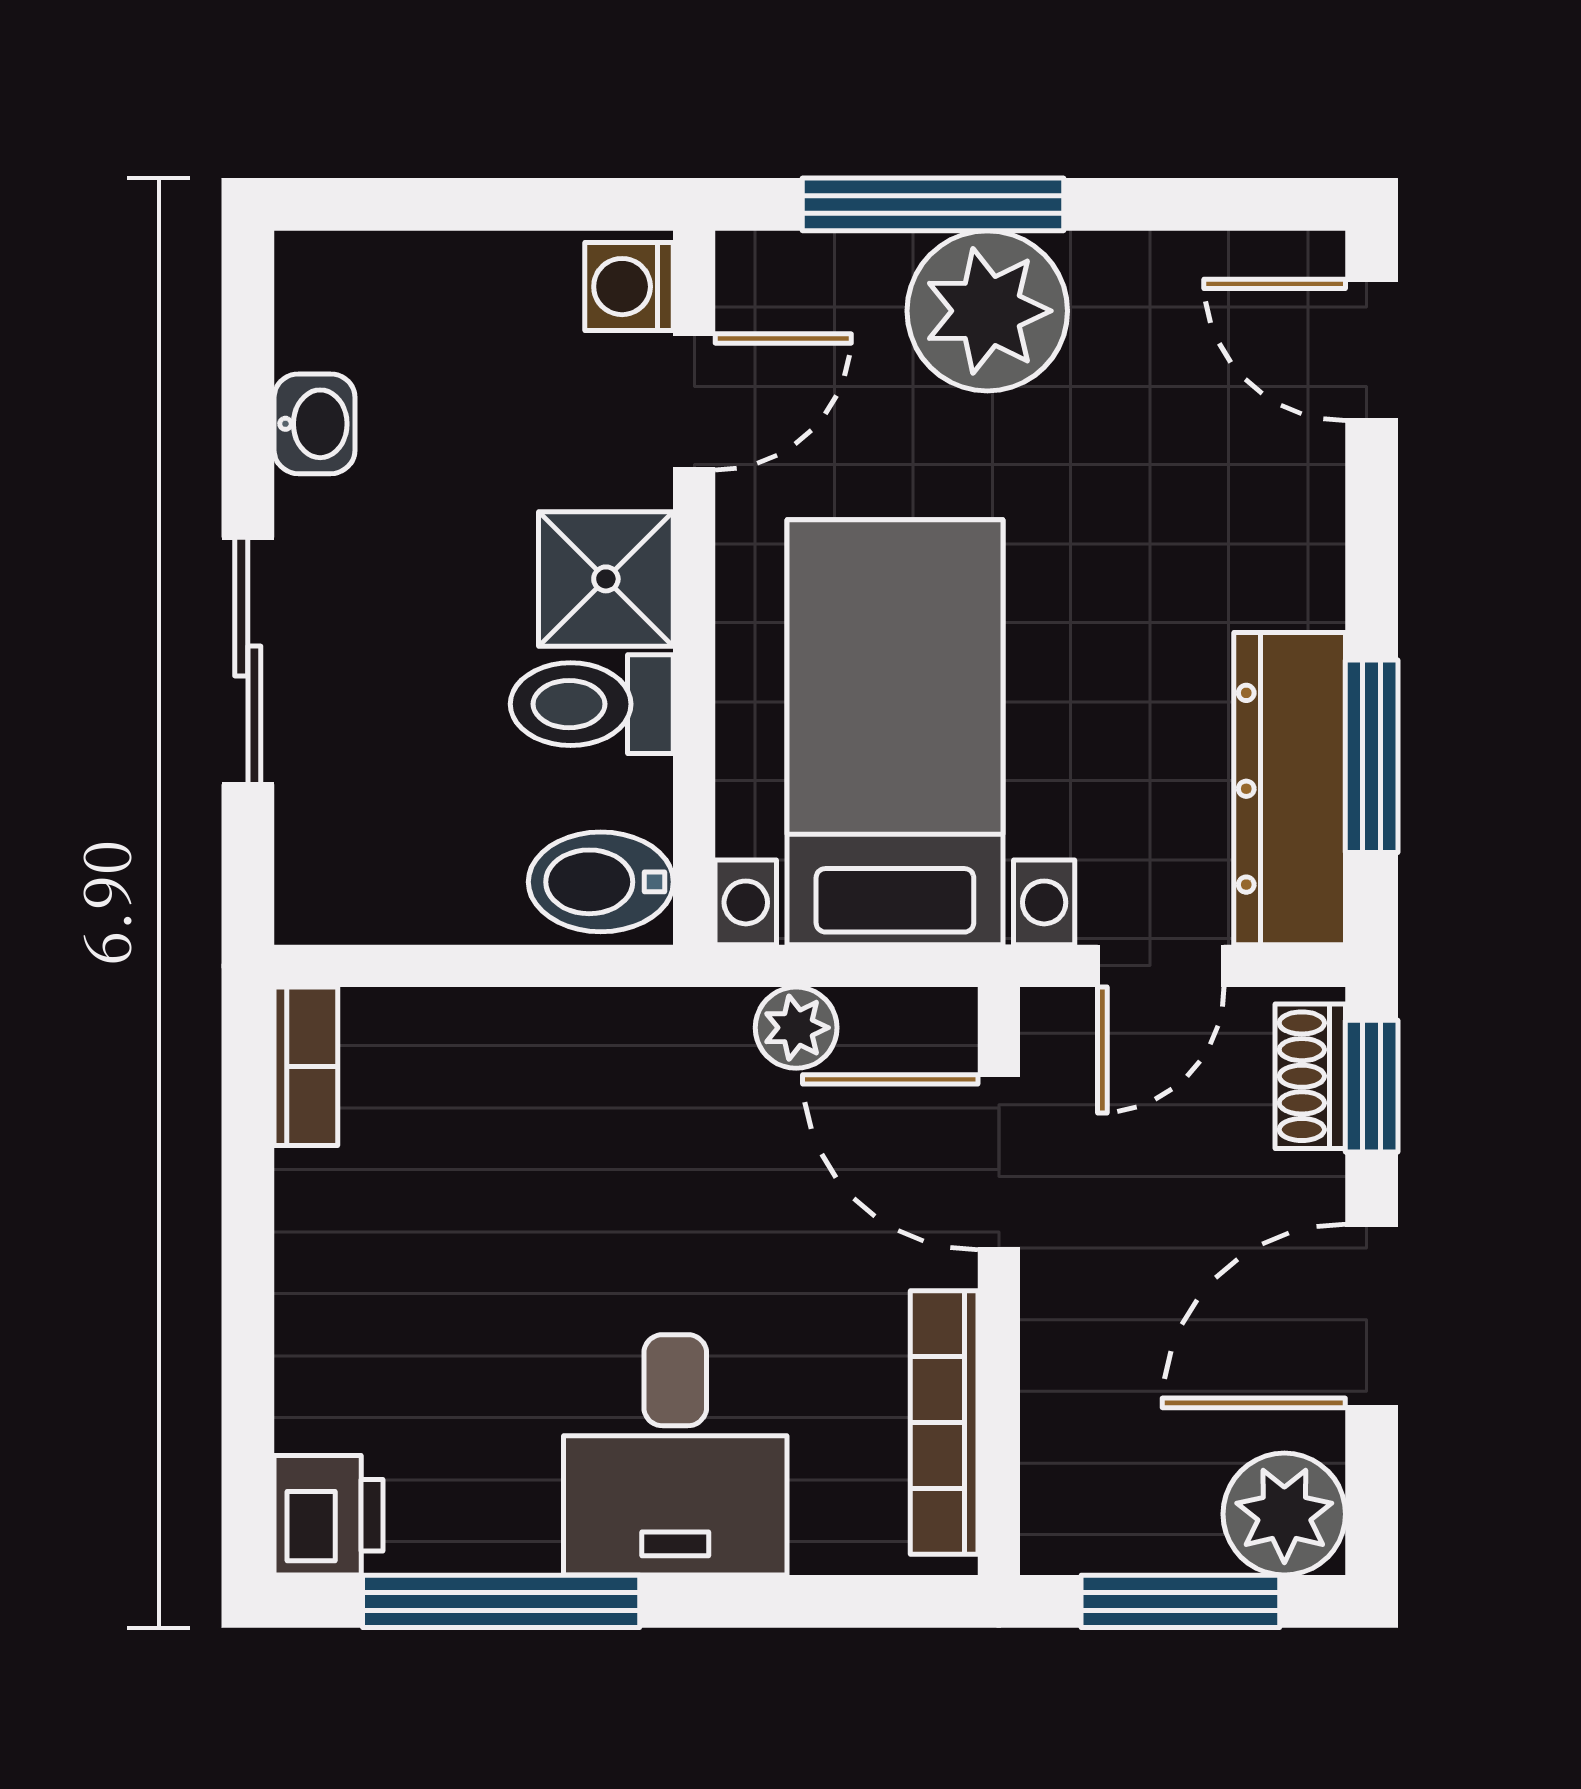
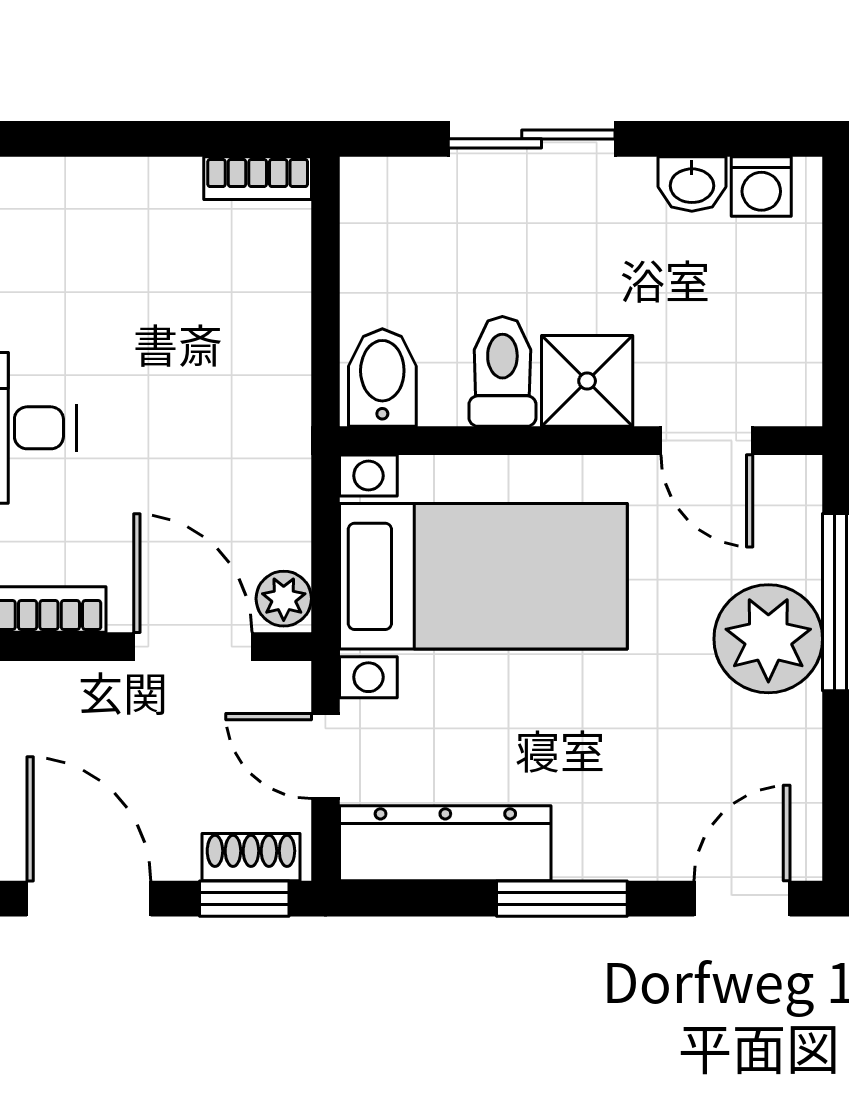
washing machine: (629, 287) -> (761, 187), moved, turned 180
window: (1372, 756) -> (562, 899), moved
plant: (796, 1028) -> (284, 599), moved
door: (999, 1162) -> (193, 647), hinge flipped

